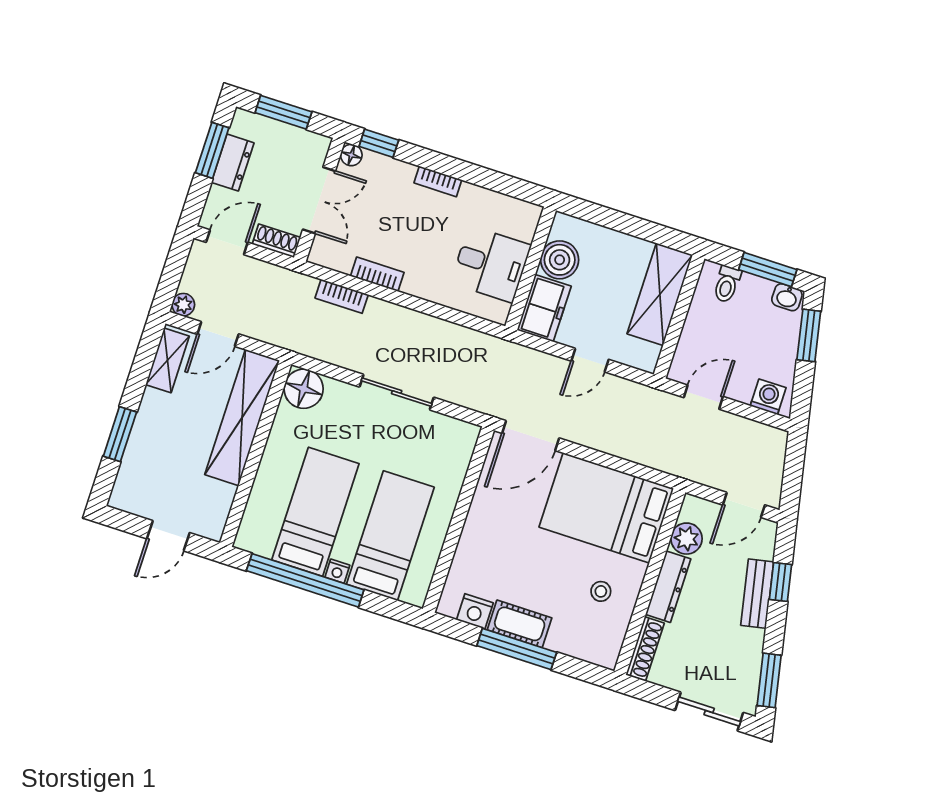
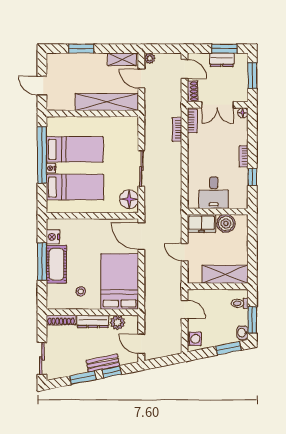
window: (379, 143) -> (252, 177), moved
bookcase: (377, 274) -> (192, 121), moved
floor lamp: (304, 389) -> (129, 199), moved
cot: (520, 624) -> (56, 264), width x1.37, depth x1.34
window: (769, 680) -> (83, 378), moved

